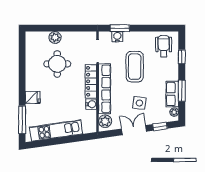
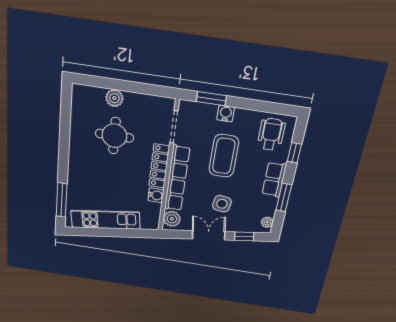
water cooler: (117, 37) -> (226, 113), moved
row of seats: (172, 94) -> (274, 180), moved
fridge: (33, 97) -> (77, 175), removed

